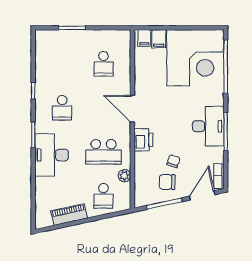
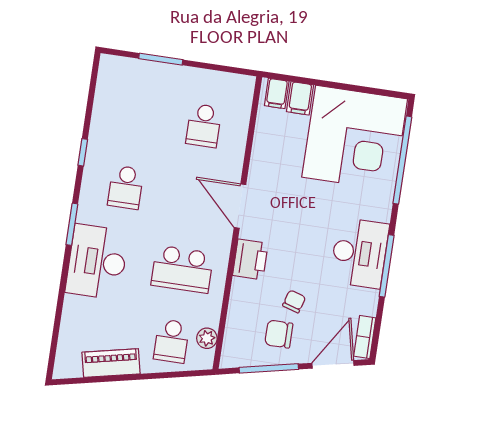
plant: (124, 176) -> (207, 338), moved

